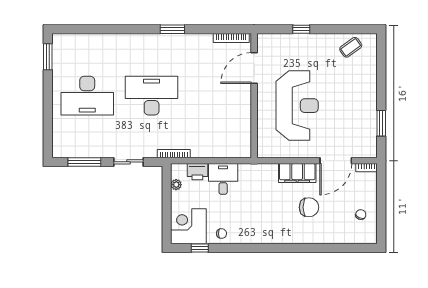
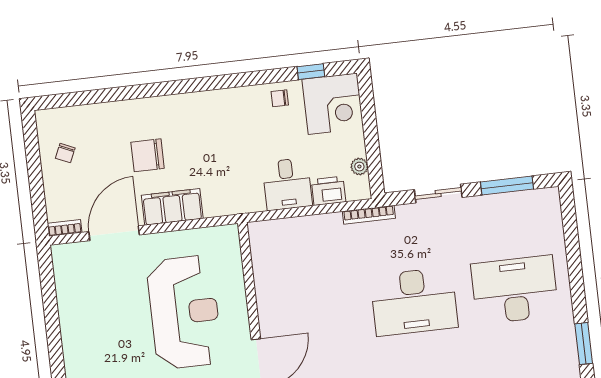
reception desk: (297, 106) -> (185, 312), turned 180
window: (381, 123) -> (50, 300), removed

